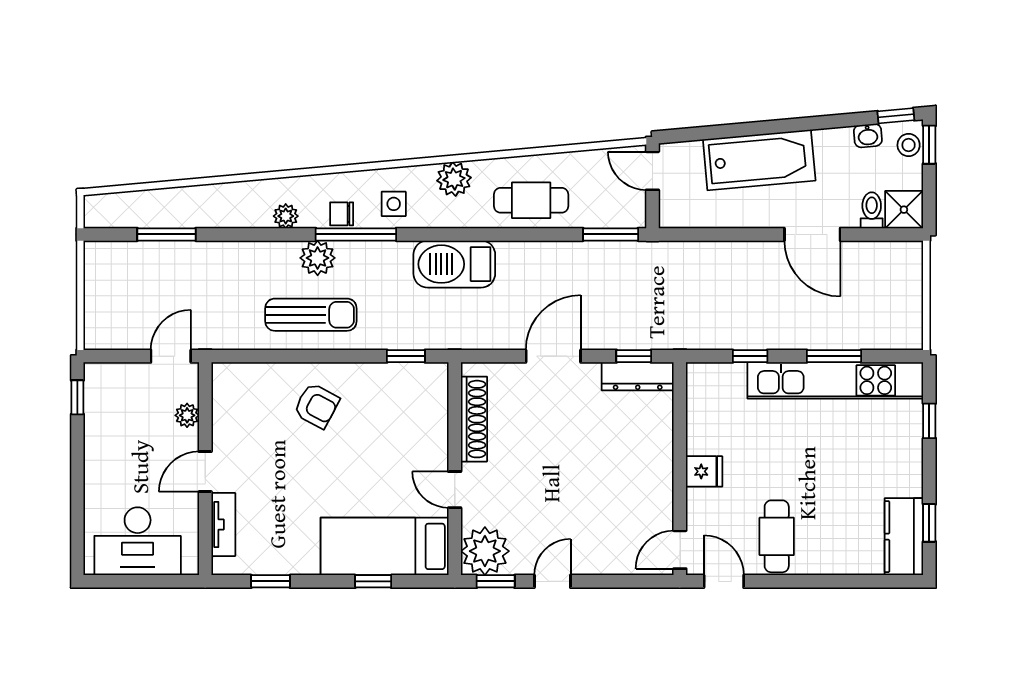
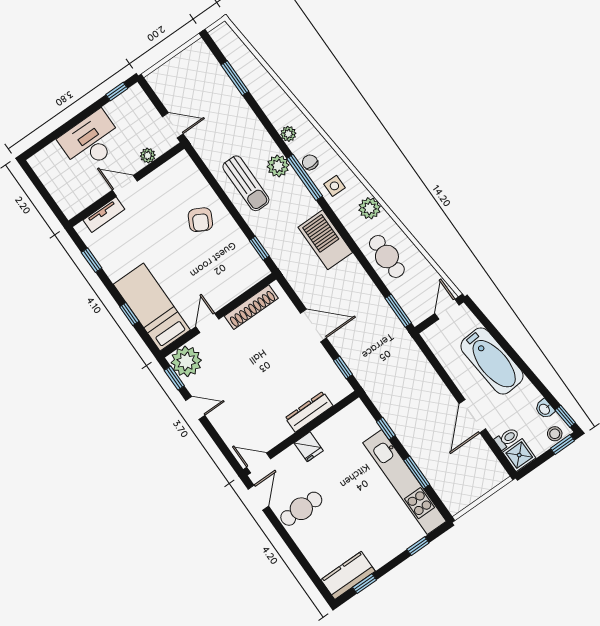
dresser: (638, 376) -> (309, 412), moved, turned 90
desk: (138, 541) -> (91, 141), moved, turned 90

